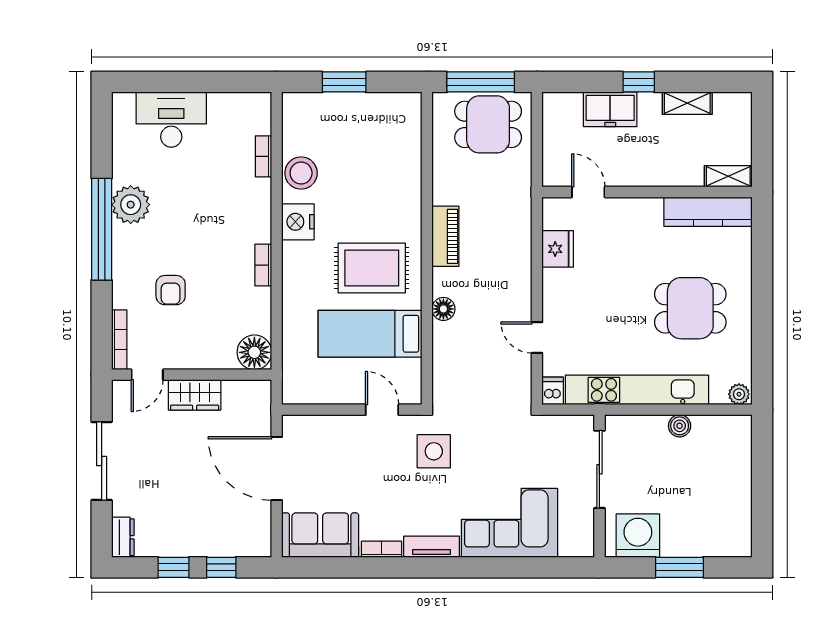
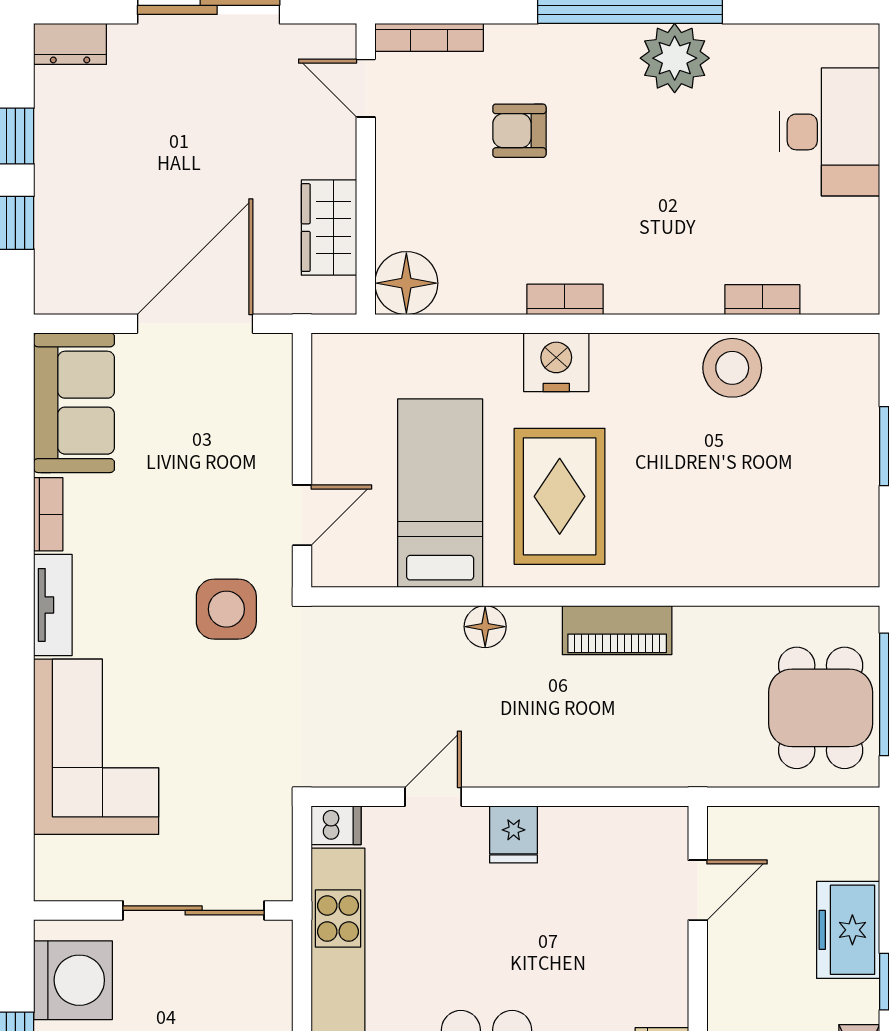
nightstand: (298, 222) -> (556, 362), moved
fridge: (558, 249) -> (514, 834), moved, width x0.72
wardrobe: (195, 395) -> (329, 228), moved

